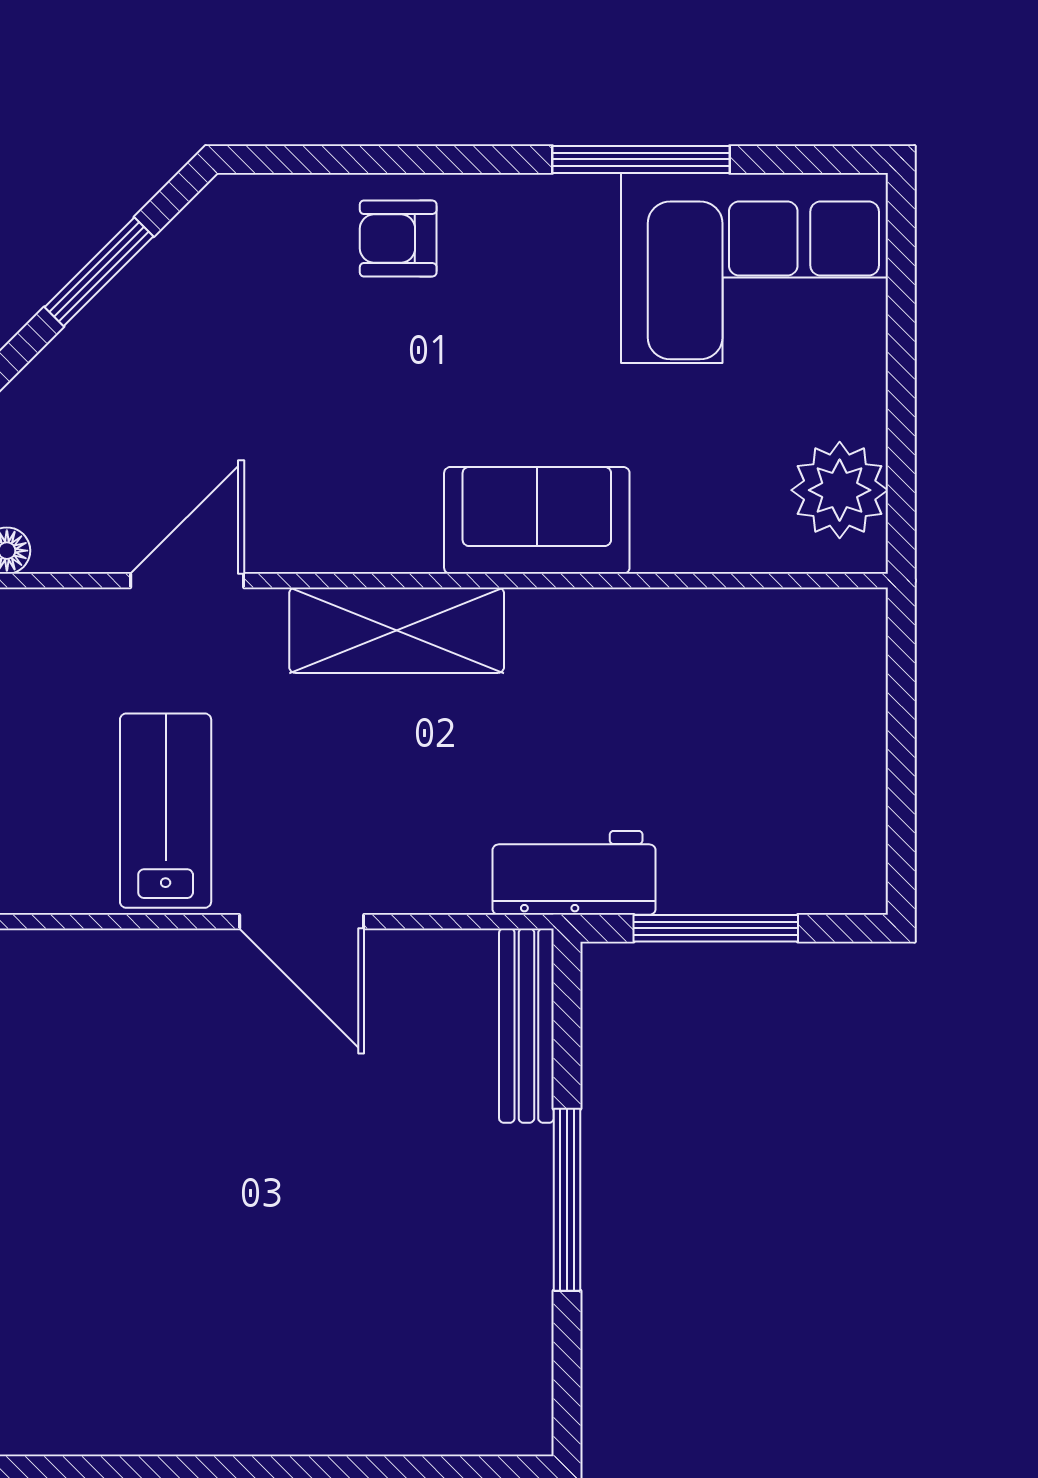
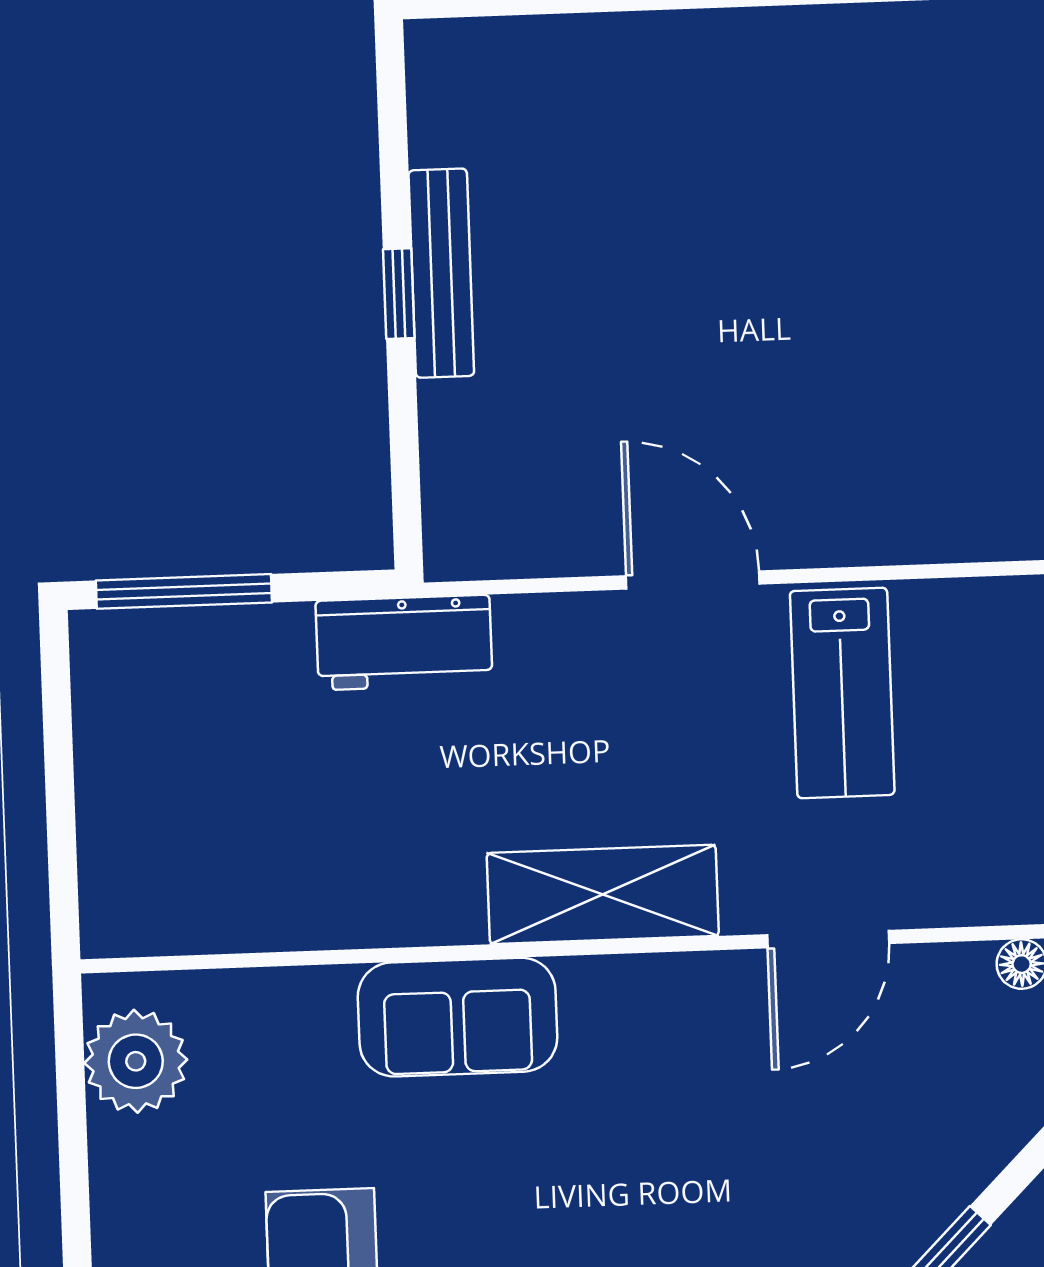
window: (716, 928) -> (184, 591), moved
bench: (526, 1026) -> (441, 273), moved
window: (567, 1200) -> (399, 294), width x0.46

